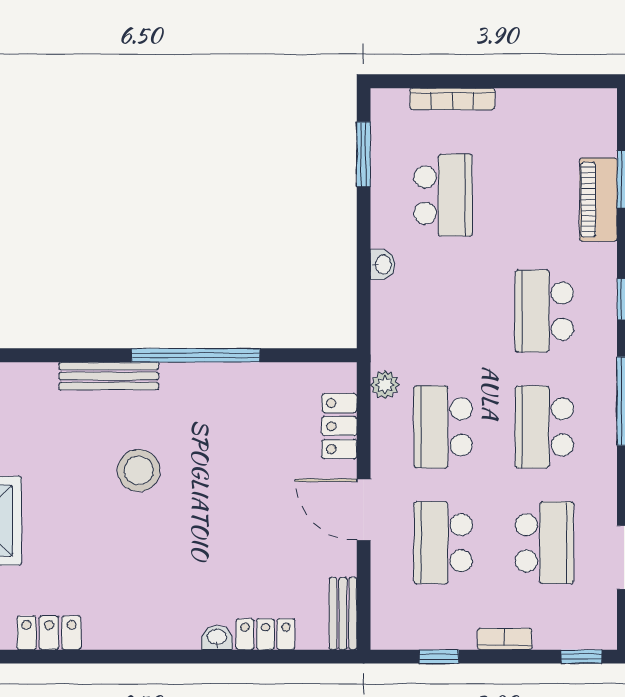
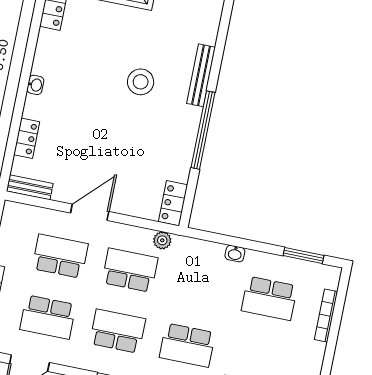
school desk: (544, 311) -> (187, 345), turned 180
locker: (339, 426) -> (173, 203), moved, turned -90
washbasin: (217, 638) -> (35, 85), moved

